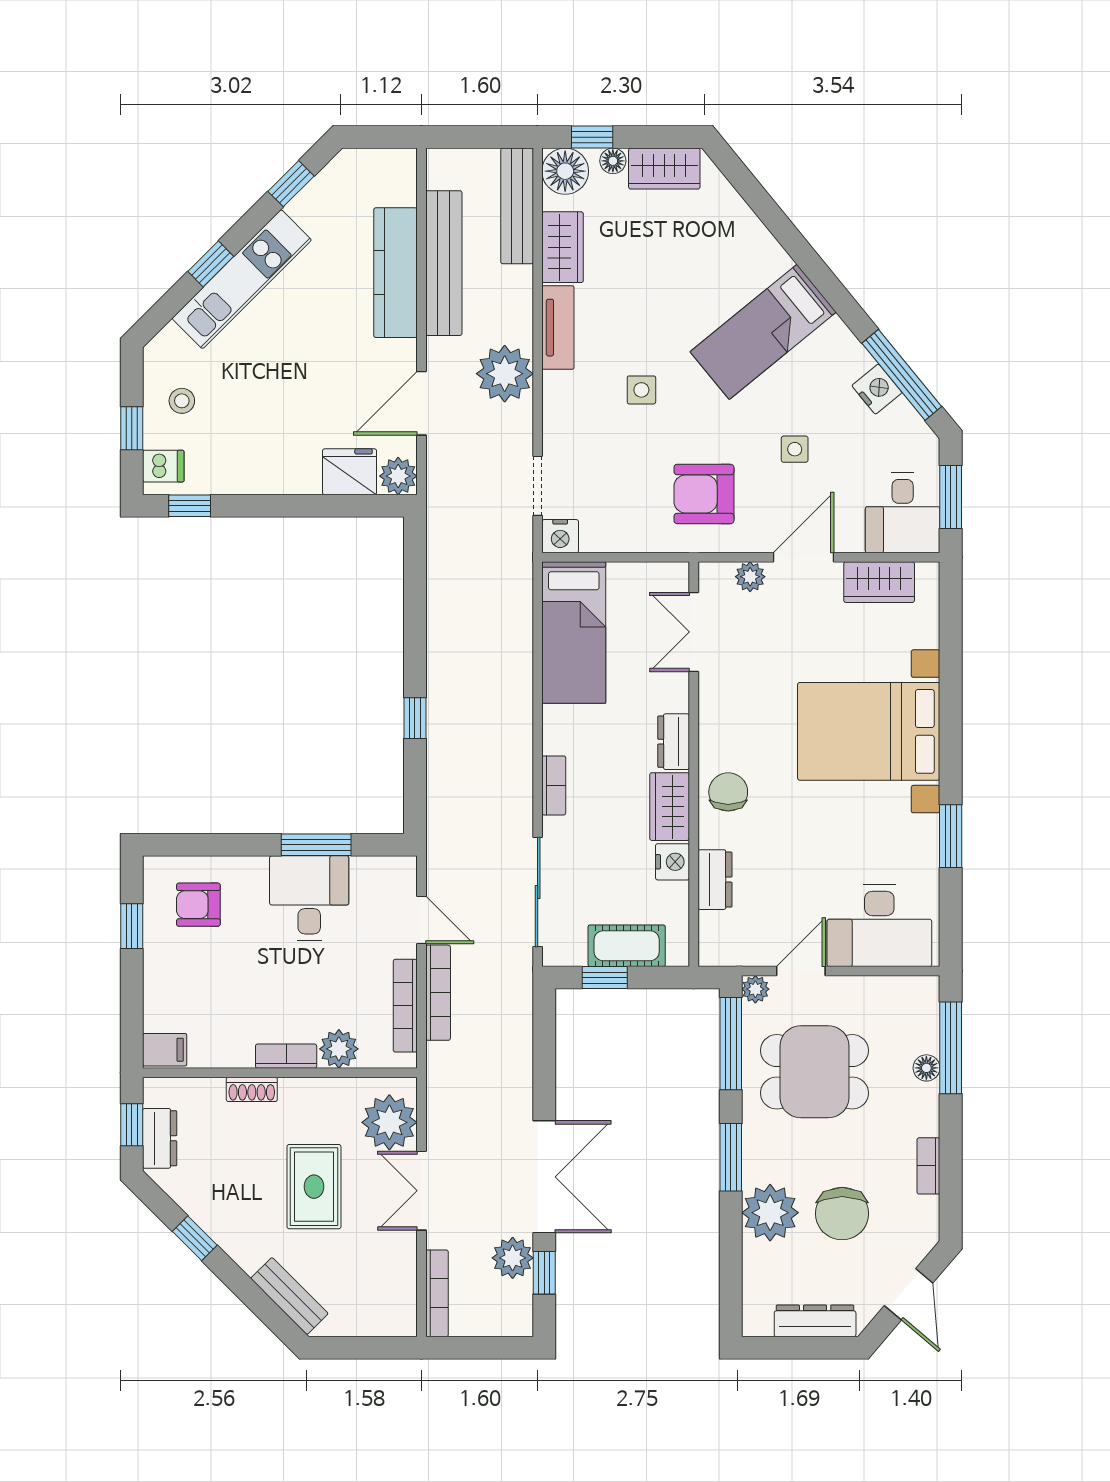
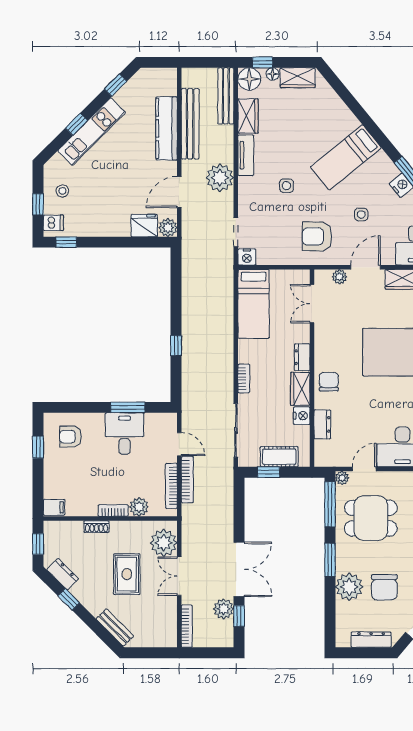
dresser: (160, 1138) -> (63, 574), moved, turned -45

